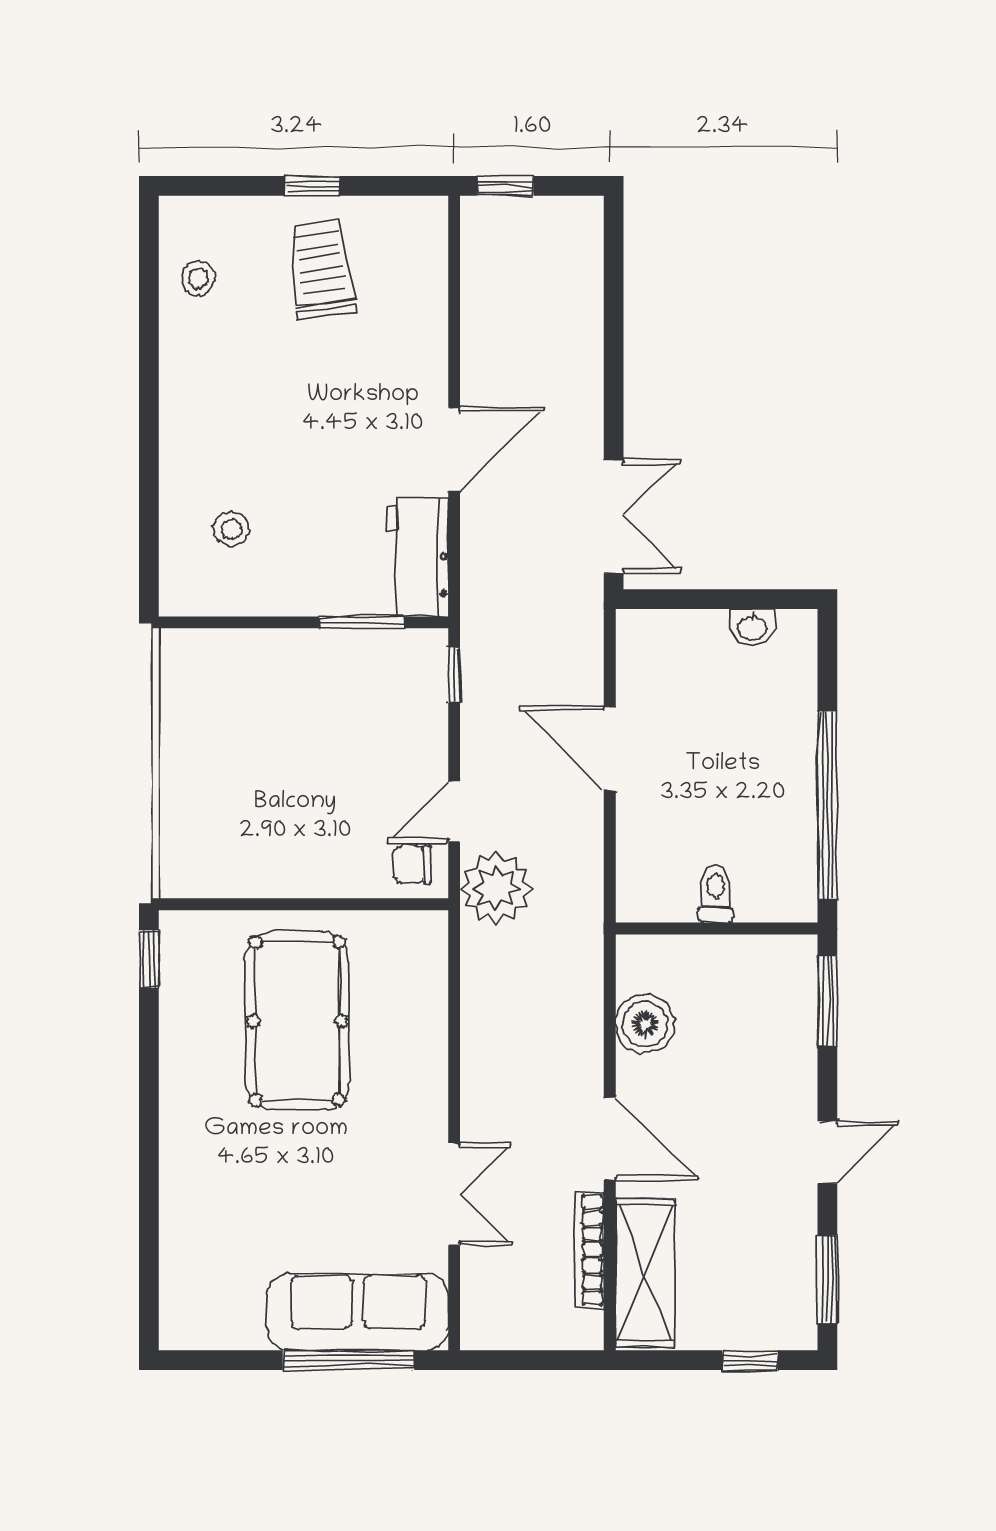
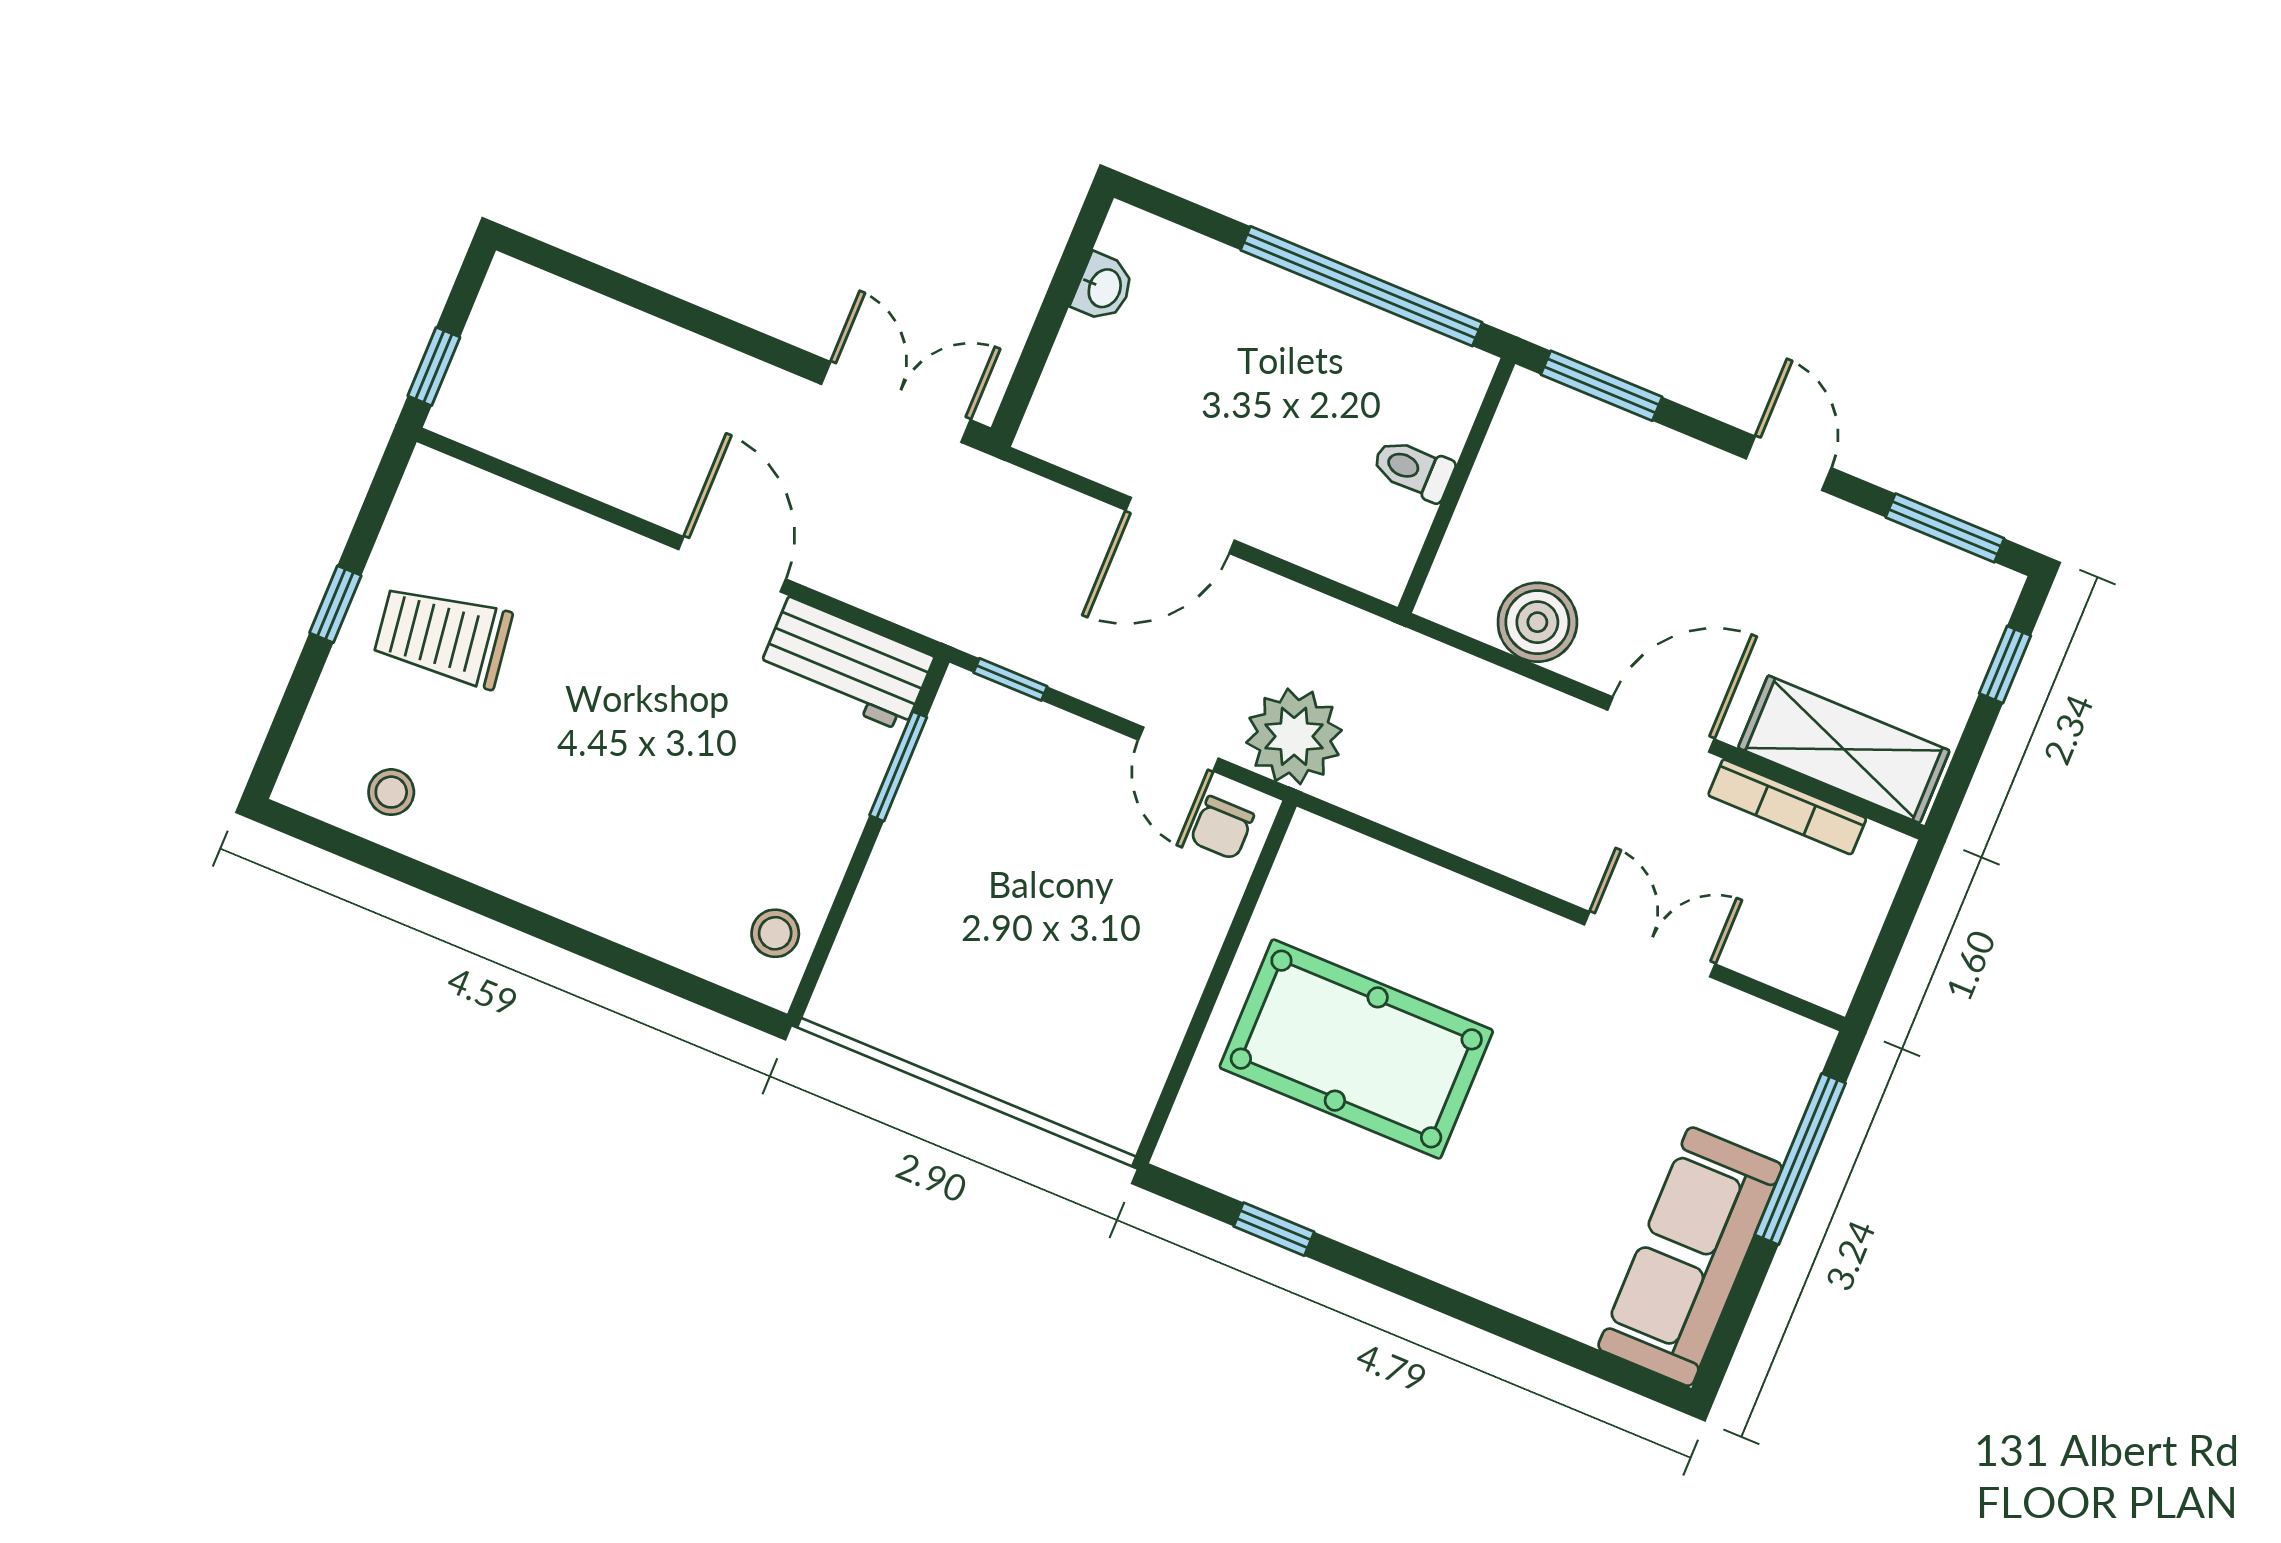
stool: (231, 529) -> (775, 933), moved
window: (149, 959) -> (1274, 1229), moved
sofa: (358, 1312) -> (1690, 1257), moved

